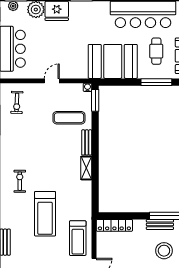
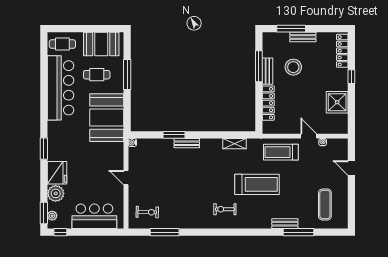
window: (95, 100) -> (174, 135), moved
exercise mat: (69, 118) -> (162, 161), removed
shelving: (86, 168) -> (235, 144), moved
locker: (114, 225) -> (268, 103), moved
treadmill: (78, 238) -> (281, 152), turned 180

